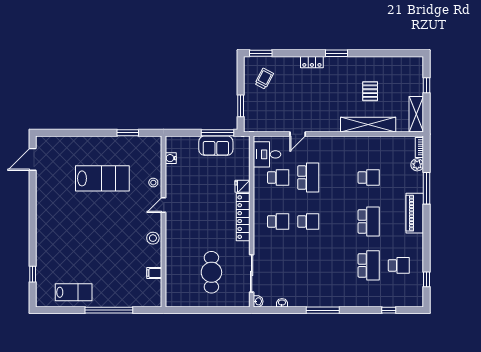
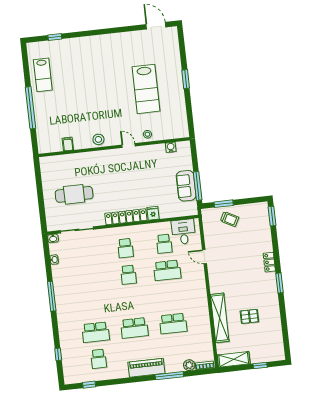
trolley: (264, 79) -> (230, 219), moved
window: (128, 133) -> (186, 79), moved
school desk: (369, 178) -> (173, 324), width x1.85

